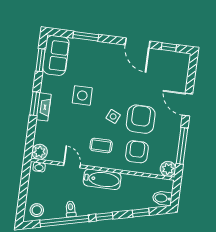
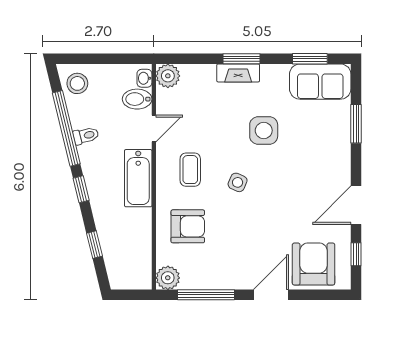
armchair: (141, 119) -> (314, 264), moved, turned -90
bidet: (162, 198) -> (137, 99), moved, turned -90

